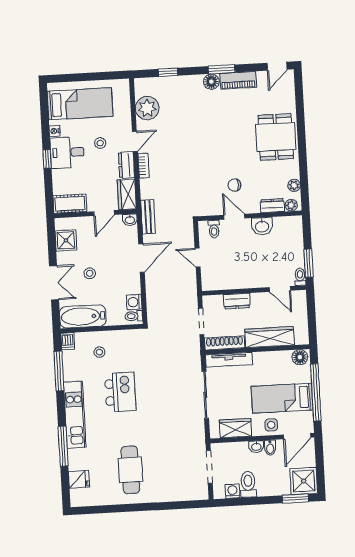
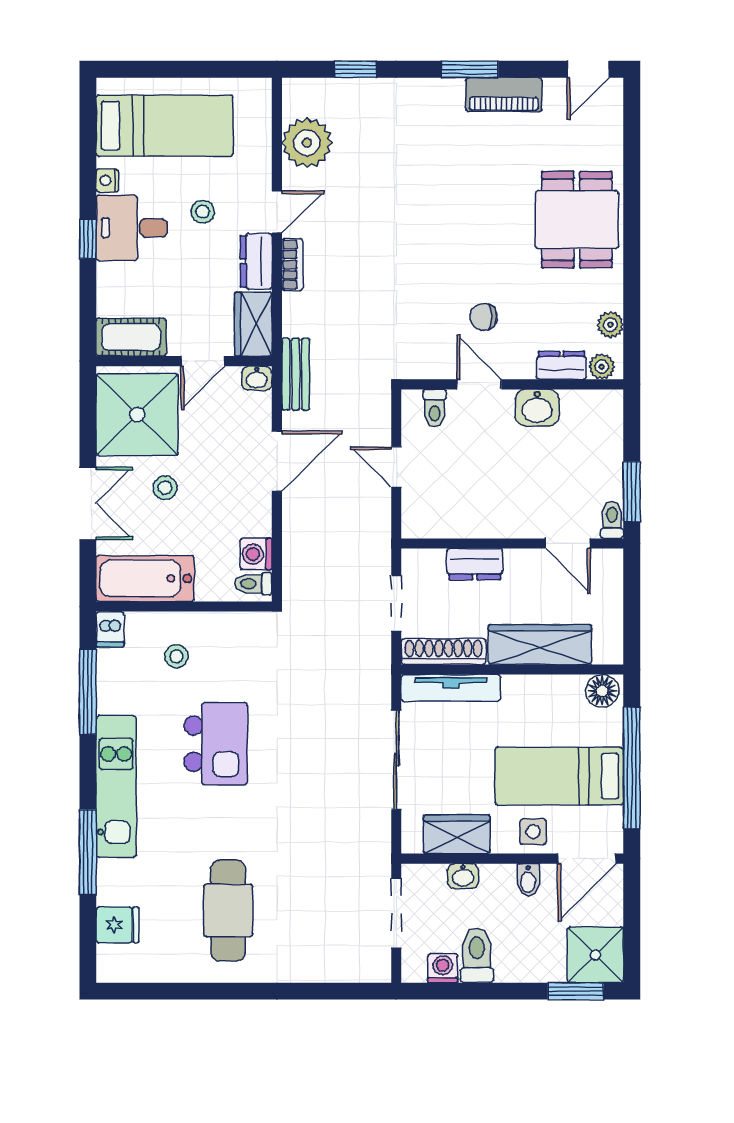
floor lamp: (211, 82) -> (446, 94), removed
shower: (66, 240) -> (137, 415), width x1.86, depth x1.86
washbasin: (256, 447) -> (463, 876), moved

